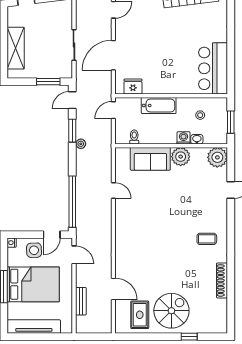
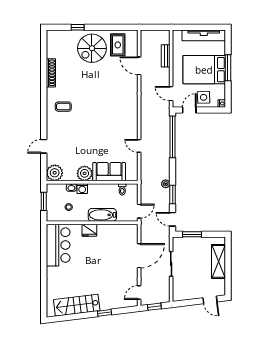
fridge: (133, 87) -> (89, 230), moved
door: (72, 100) -> (173, 219), swing flipped

